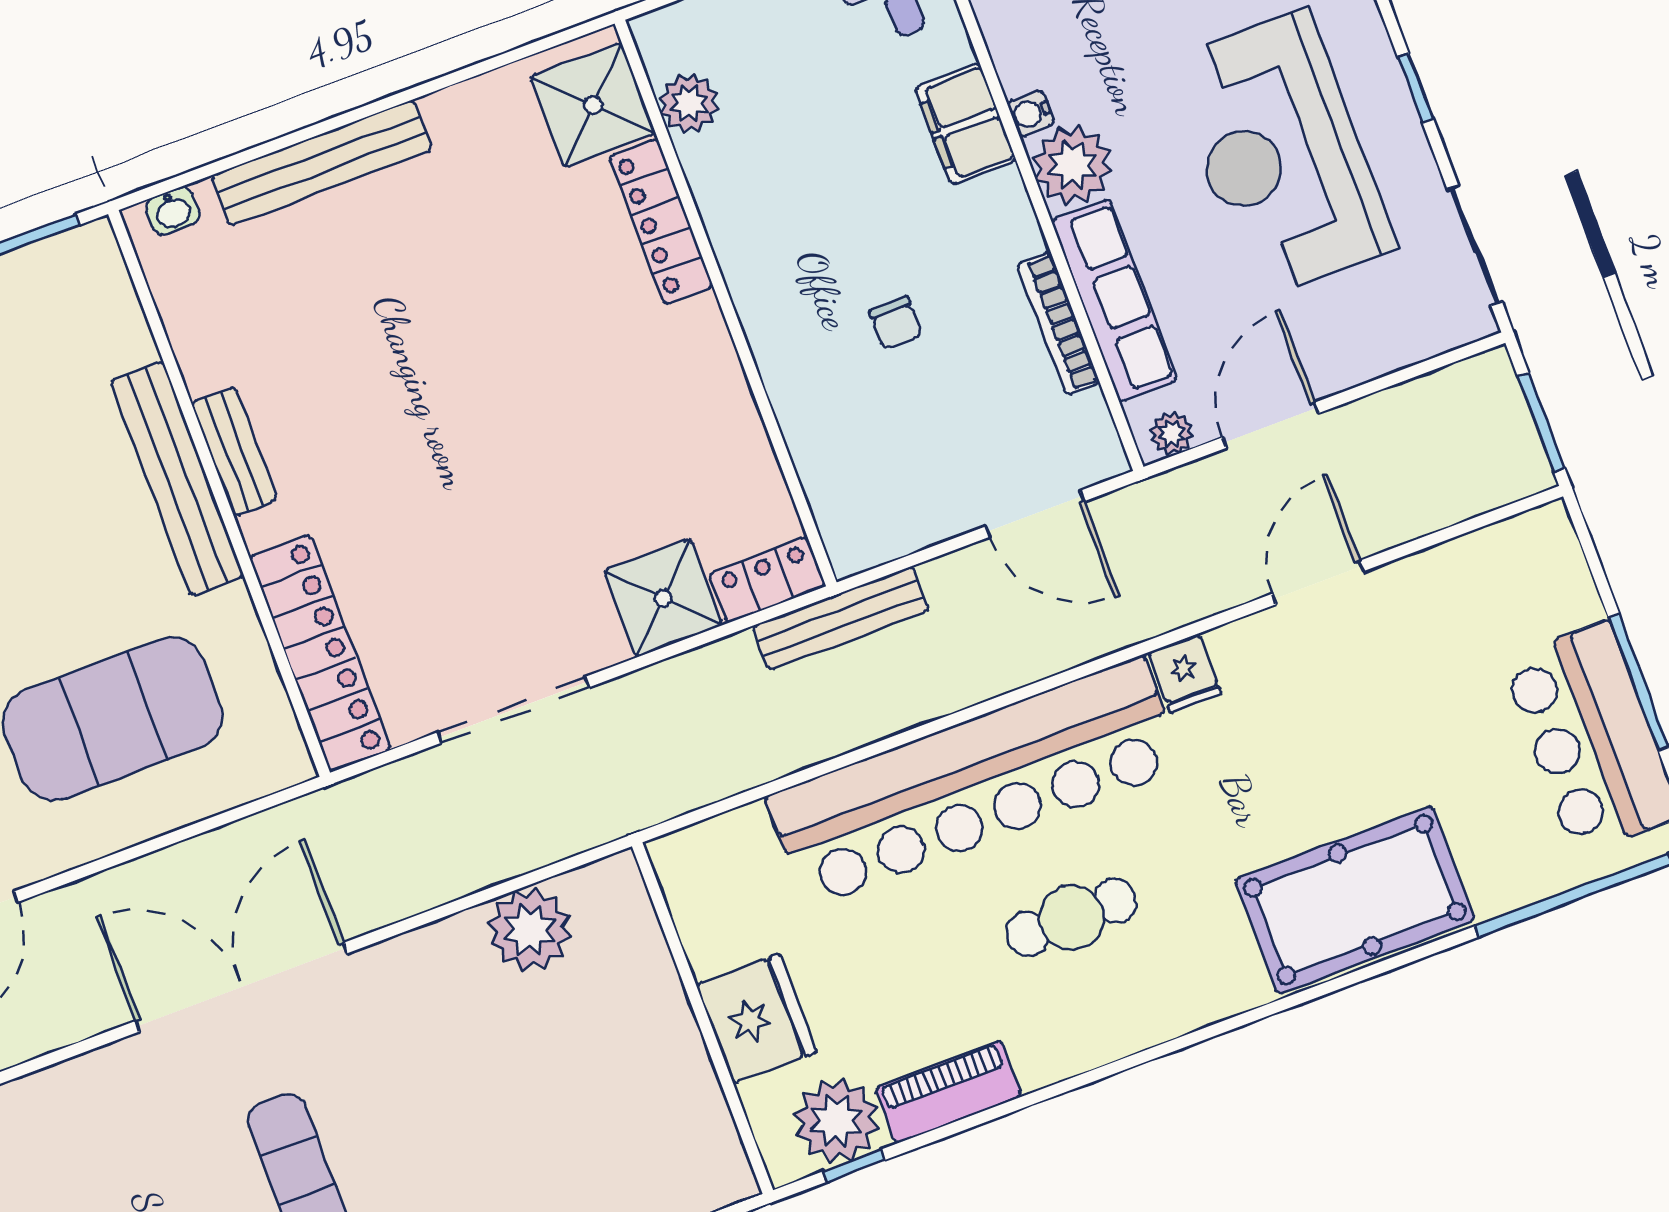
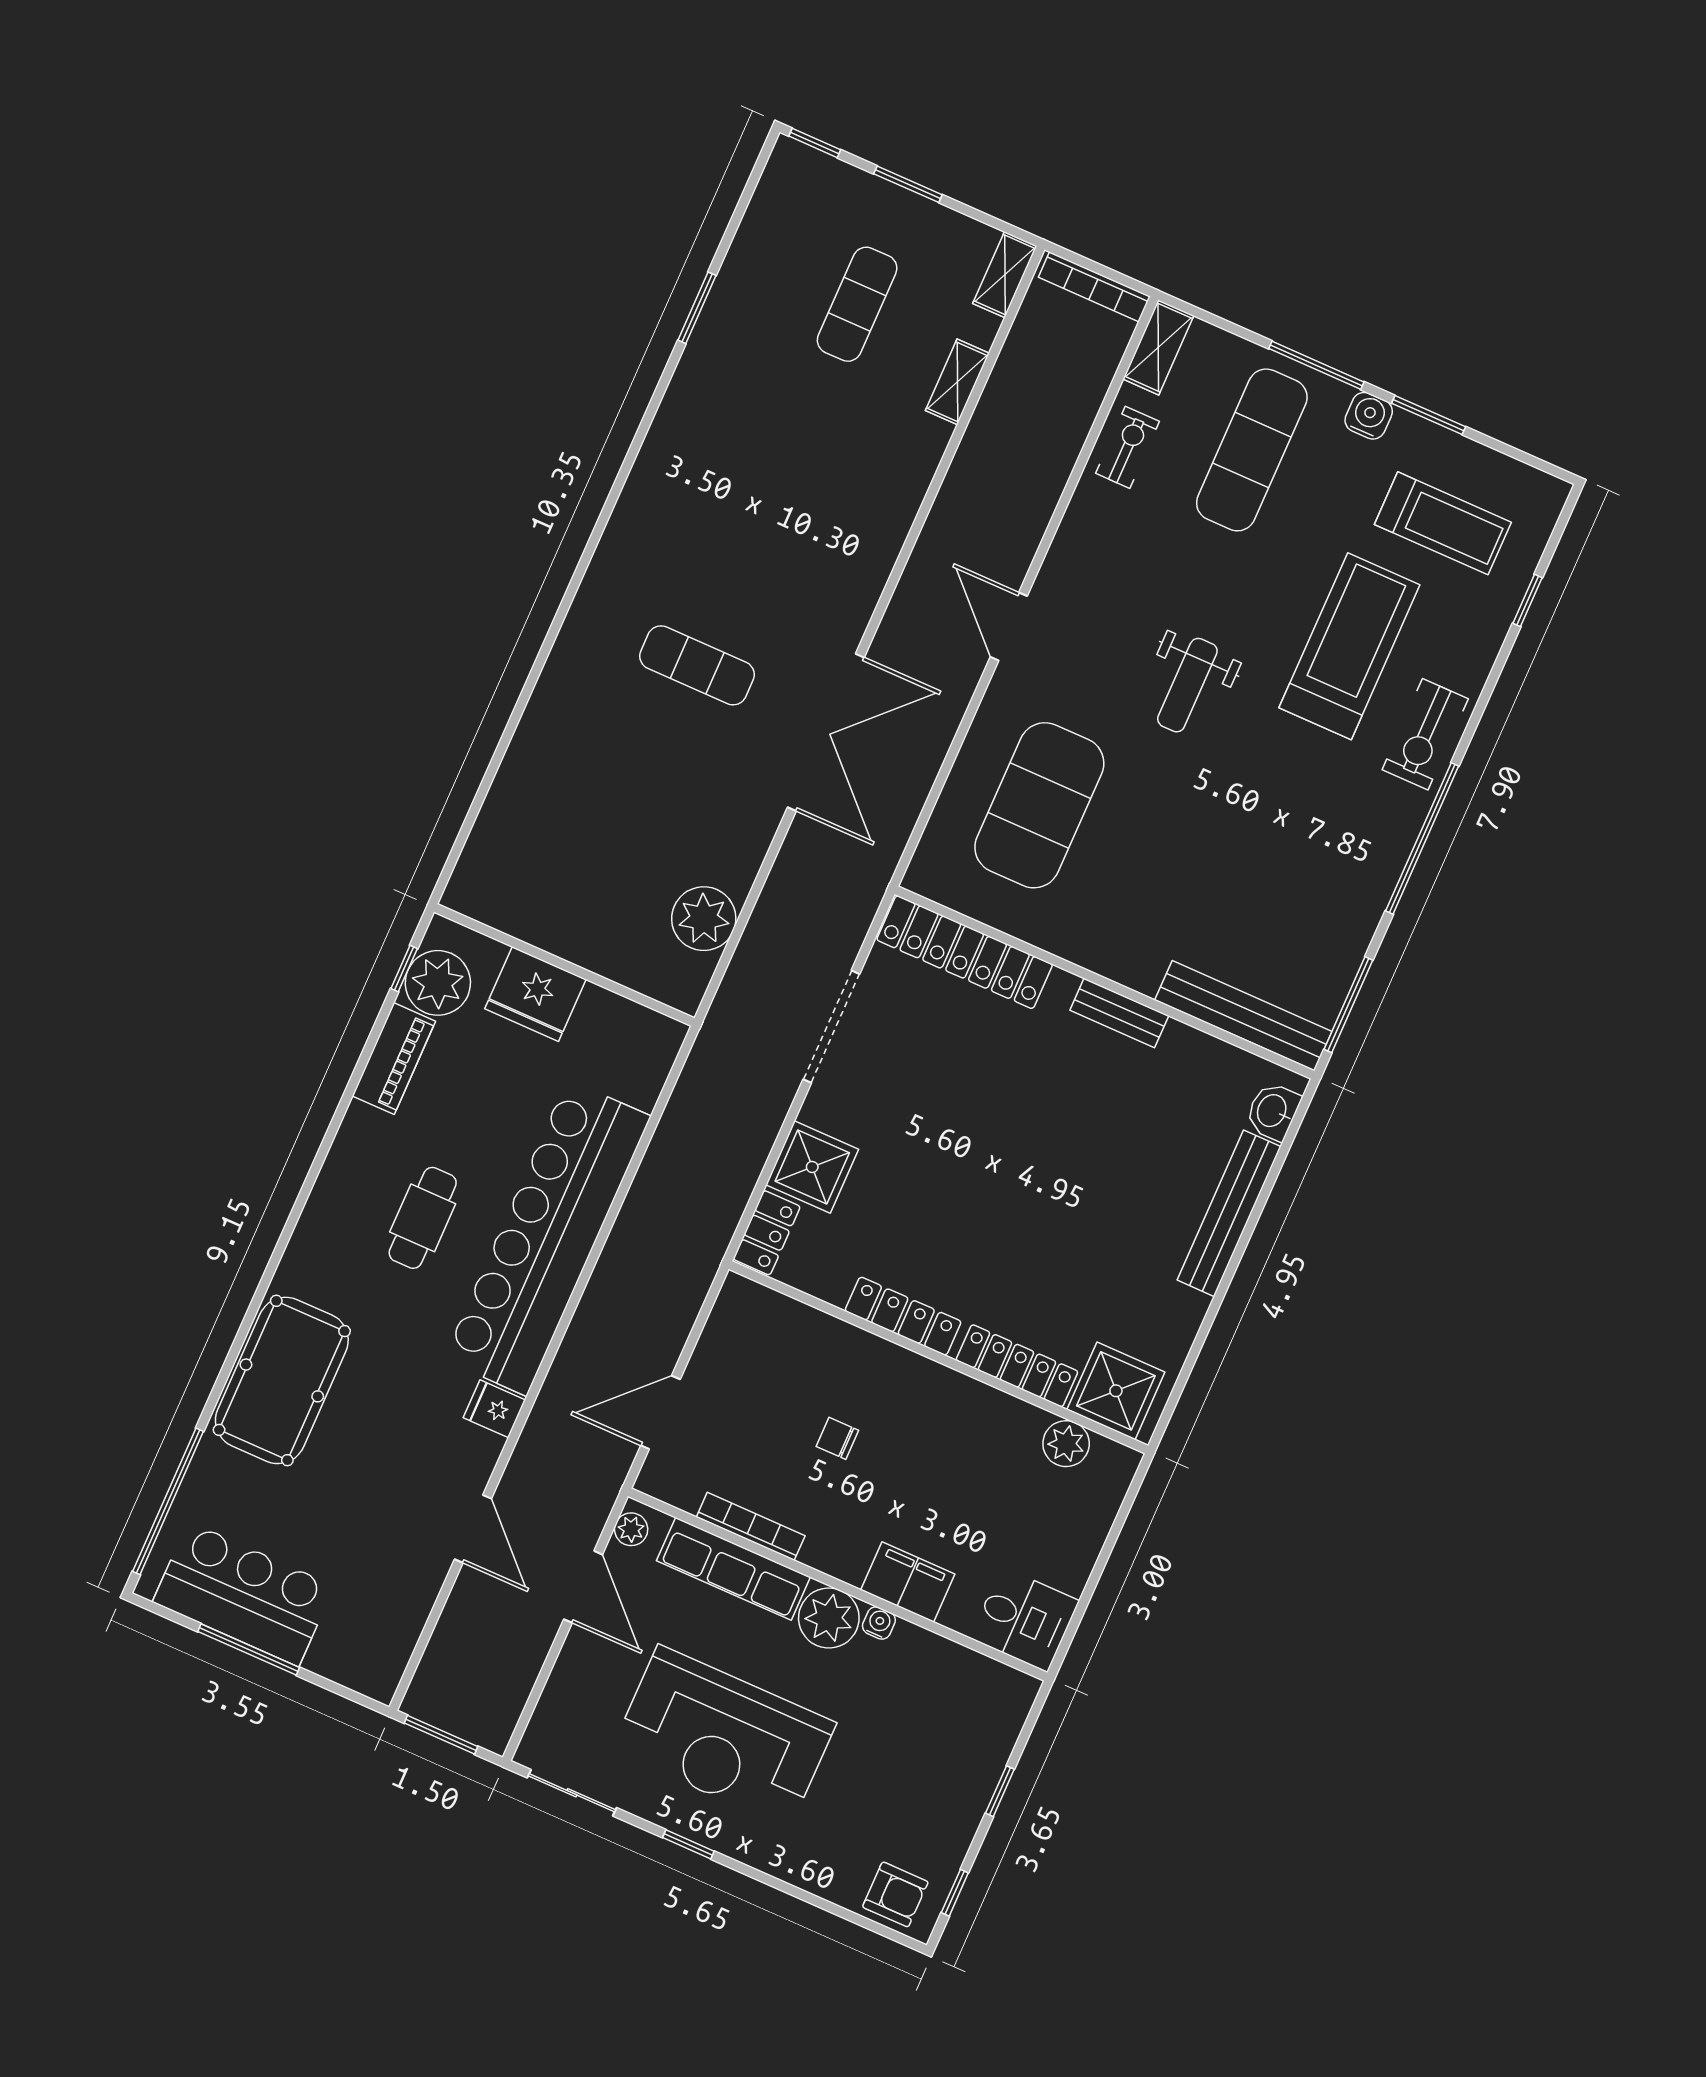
reception desk: (1281, 154) -> (724, 1737), turned 180
washbasin: (173, 211) -> (1273, 1111), width x1.38, depth x1.45
locker: (720, 374) -> (903, 1316), added
bench: (177, 479) -> (1243, 1016), moved
bench: (841, 618) -> (707, 1252), removed

